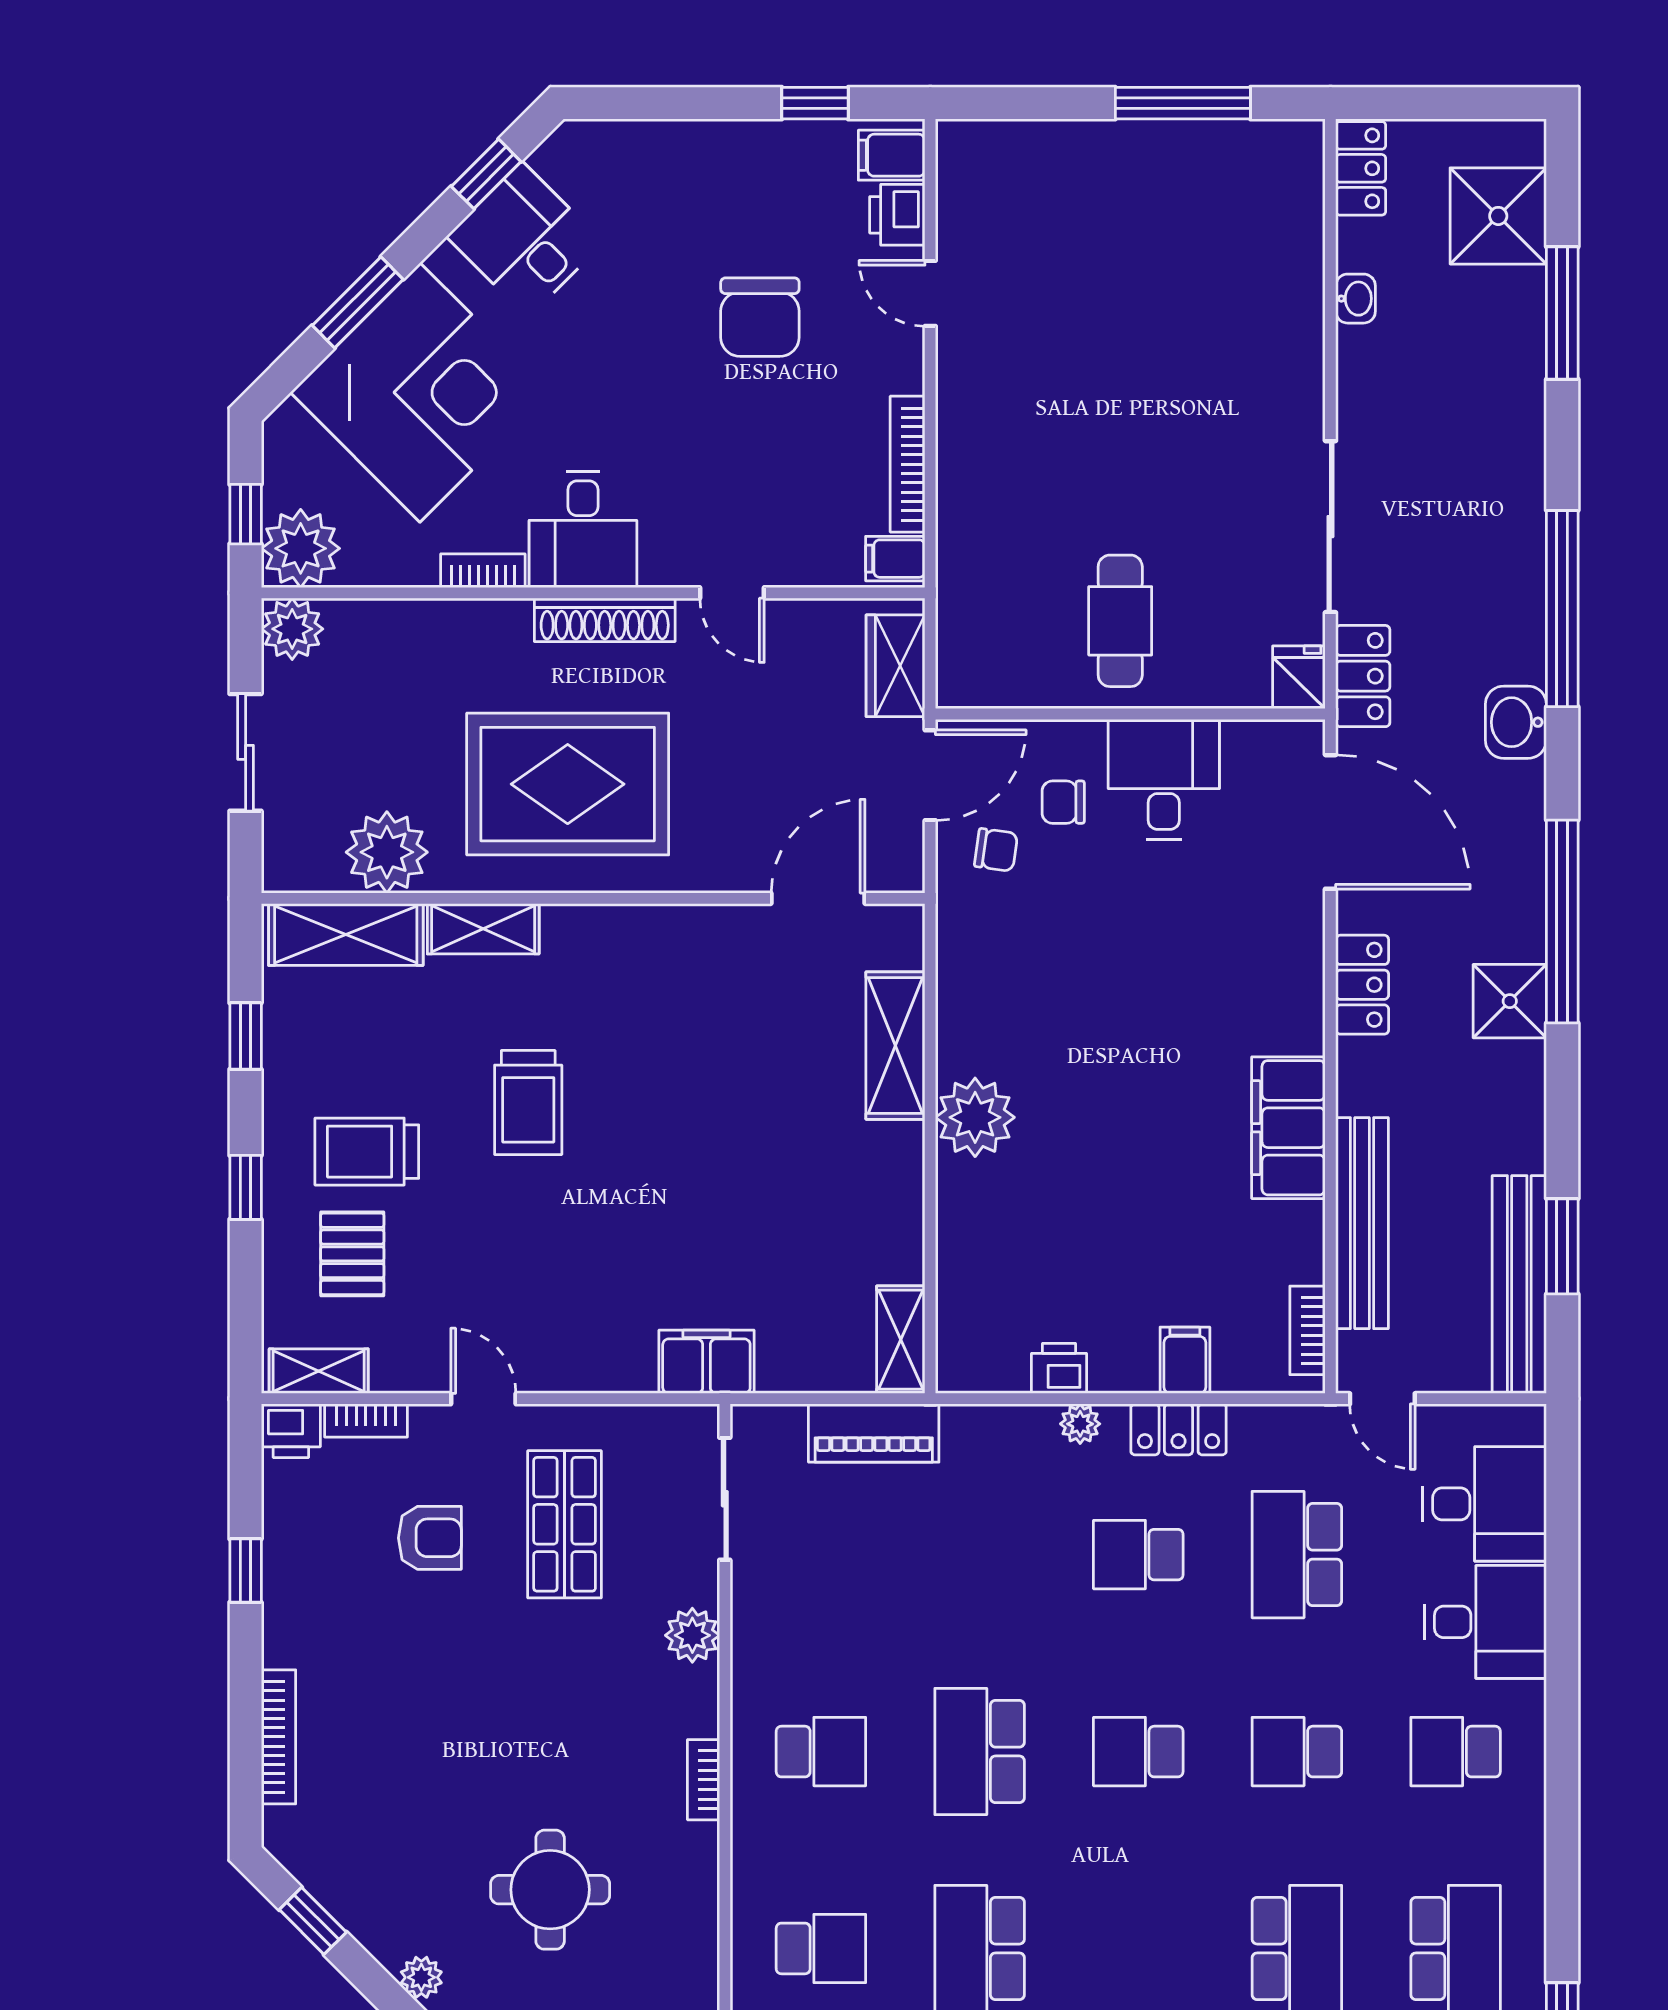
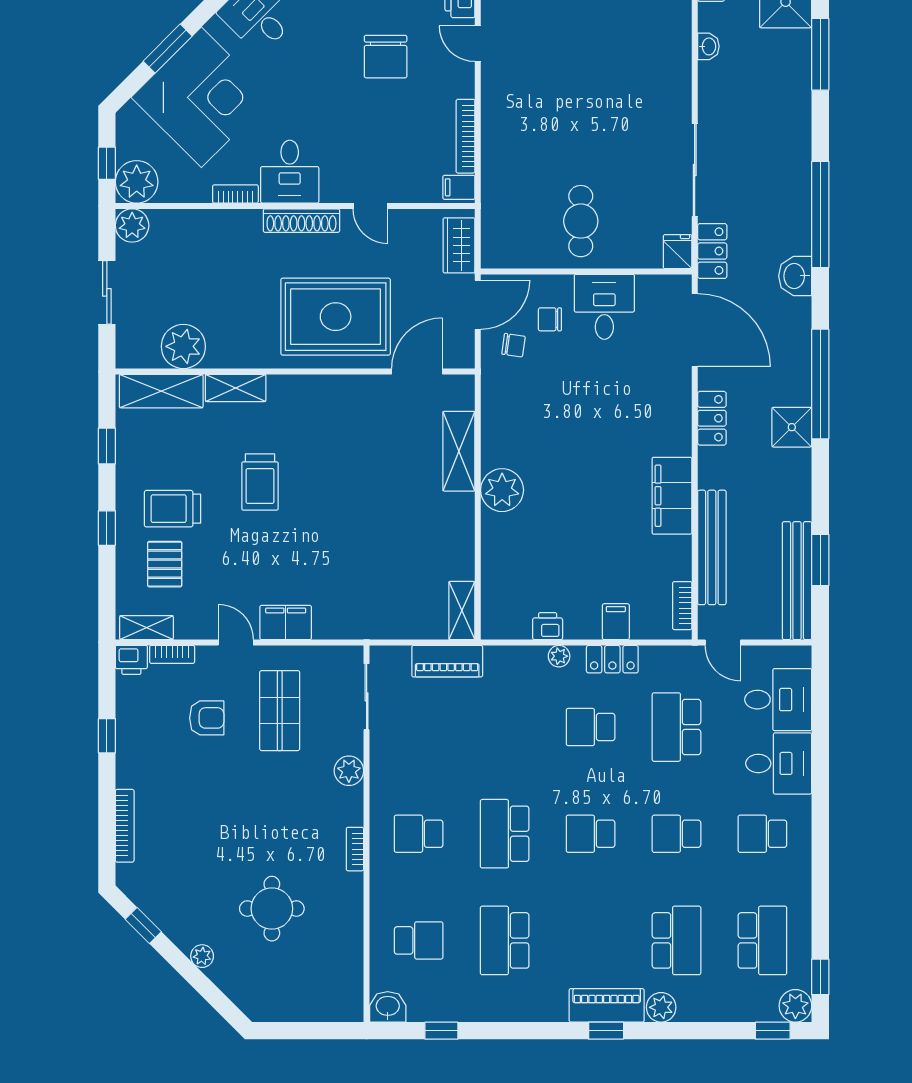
rug: (568, 784) -> (336, 317), moved
filing cabinet: (706, 1362) -> (286, 623), moved
school desk: (821, 1752) -> (419, 834), turned 180

